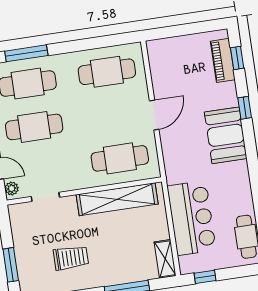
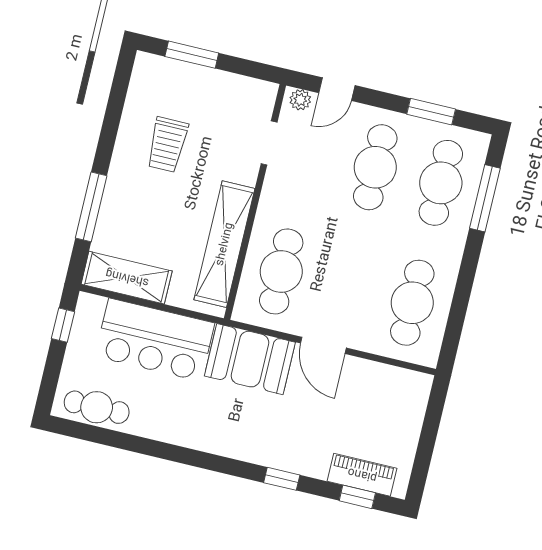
booth: (226, 135) -> (250, 359), moved
shelving: (165, 259) -> (127, 278), width x1.50, depth x1.33

